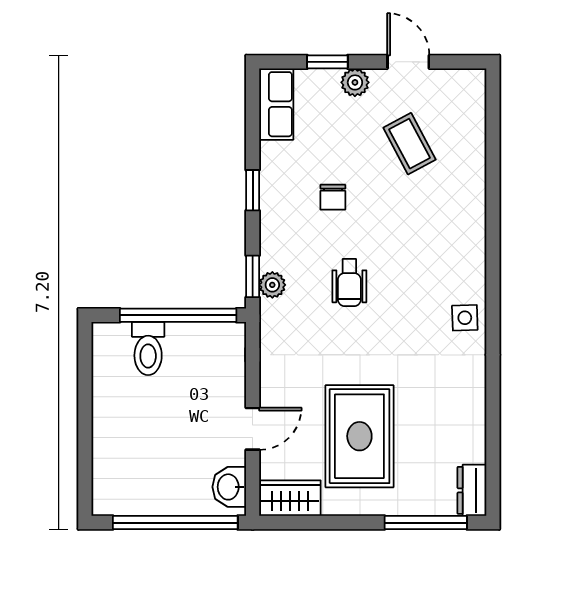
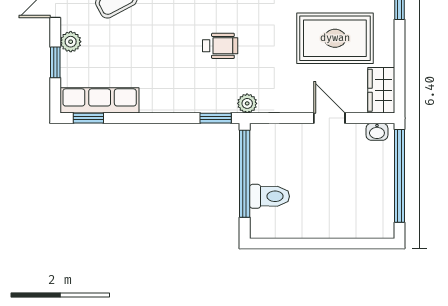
row of seats: (276, 104) -> (100, 100), width x1.48
window: (253, 190) -> (88, 118), moved
chair: (333, 197) -> (156, 58), removed
plant: (272, 285) -> (247, 103), moved
washbasin: (229, 487) -> (377, 132), width x0.72, depth x0.69

